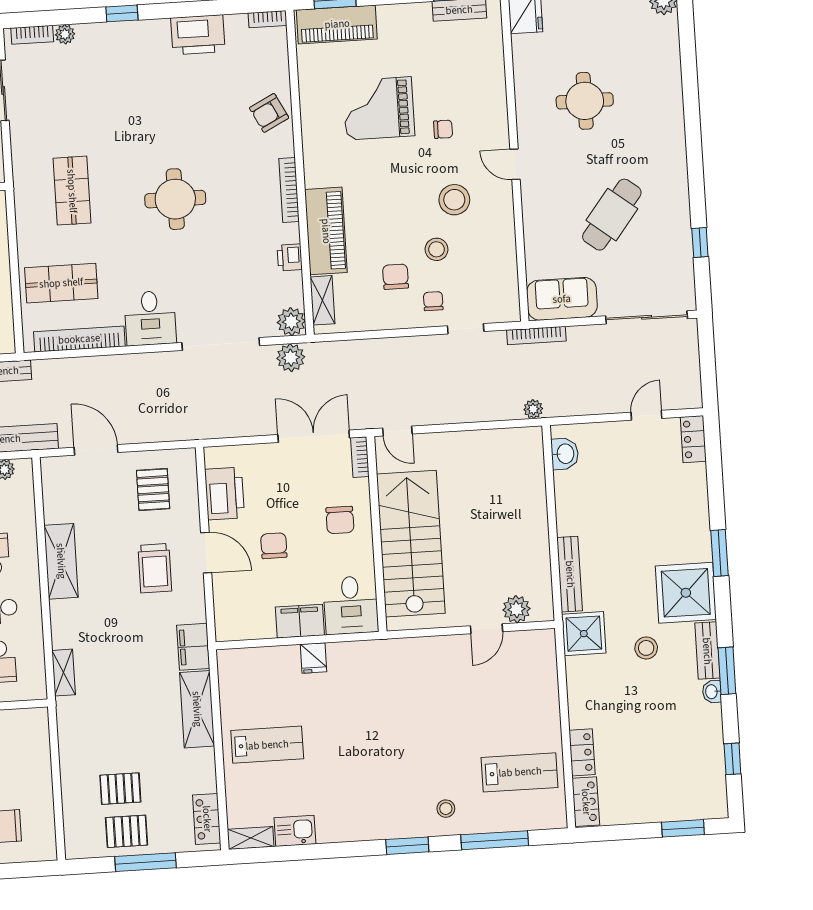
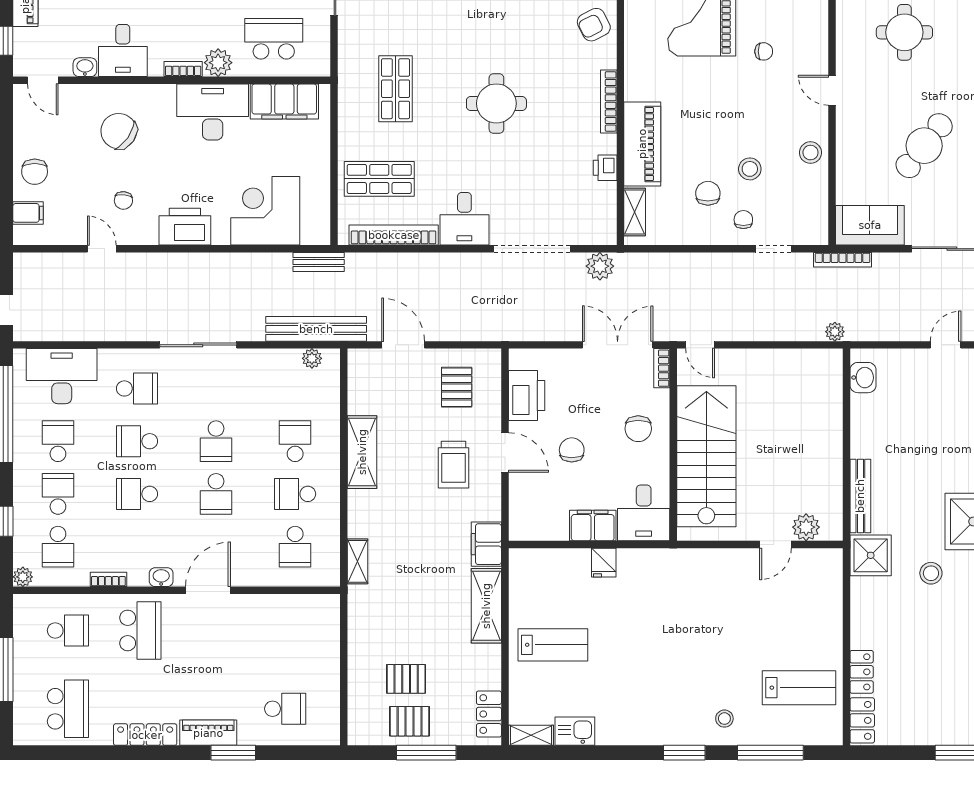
stool: (454, 200) -> (810, 153), moved, width x0.73, depth x0.73
plant: (291, 322) -> (603, 231), removed

